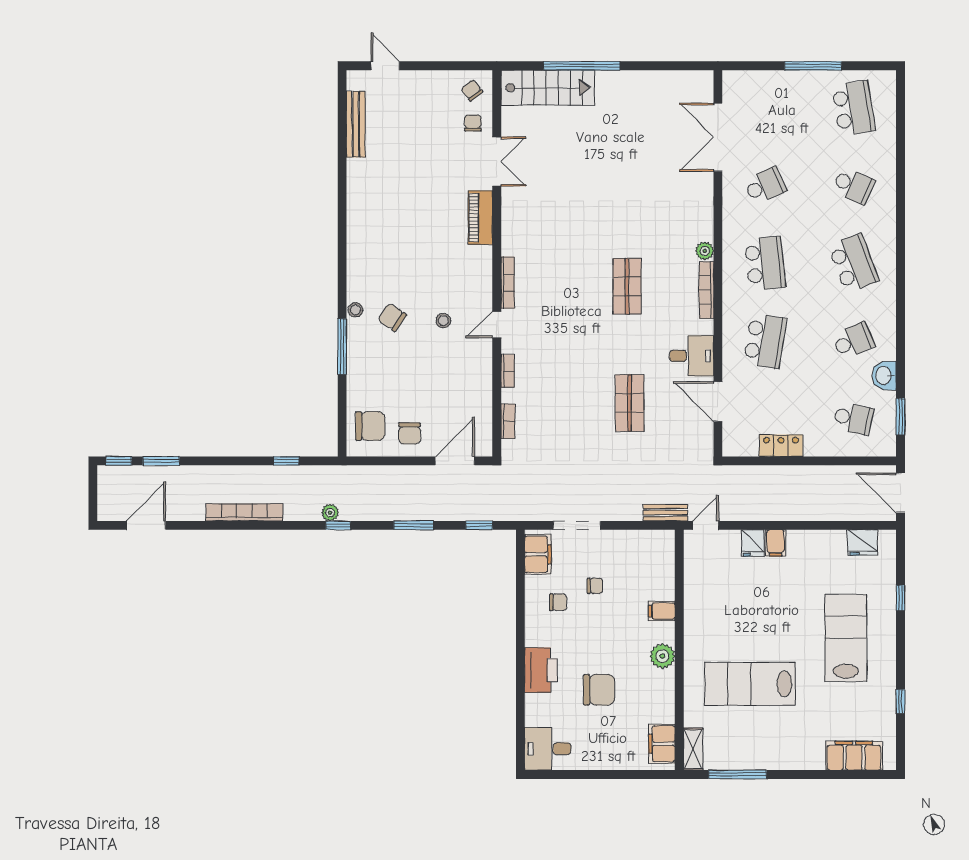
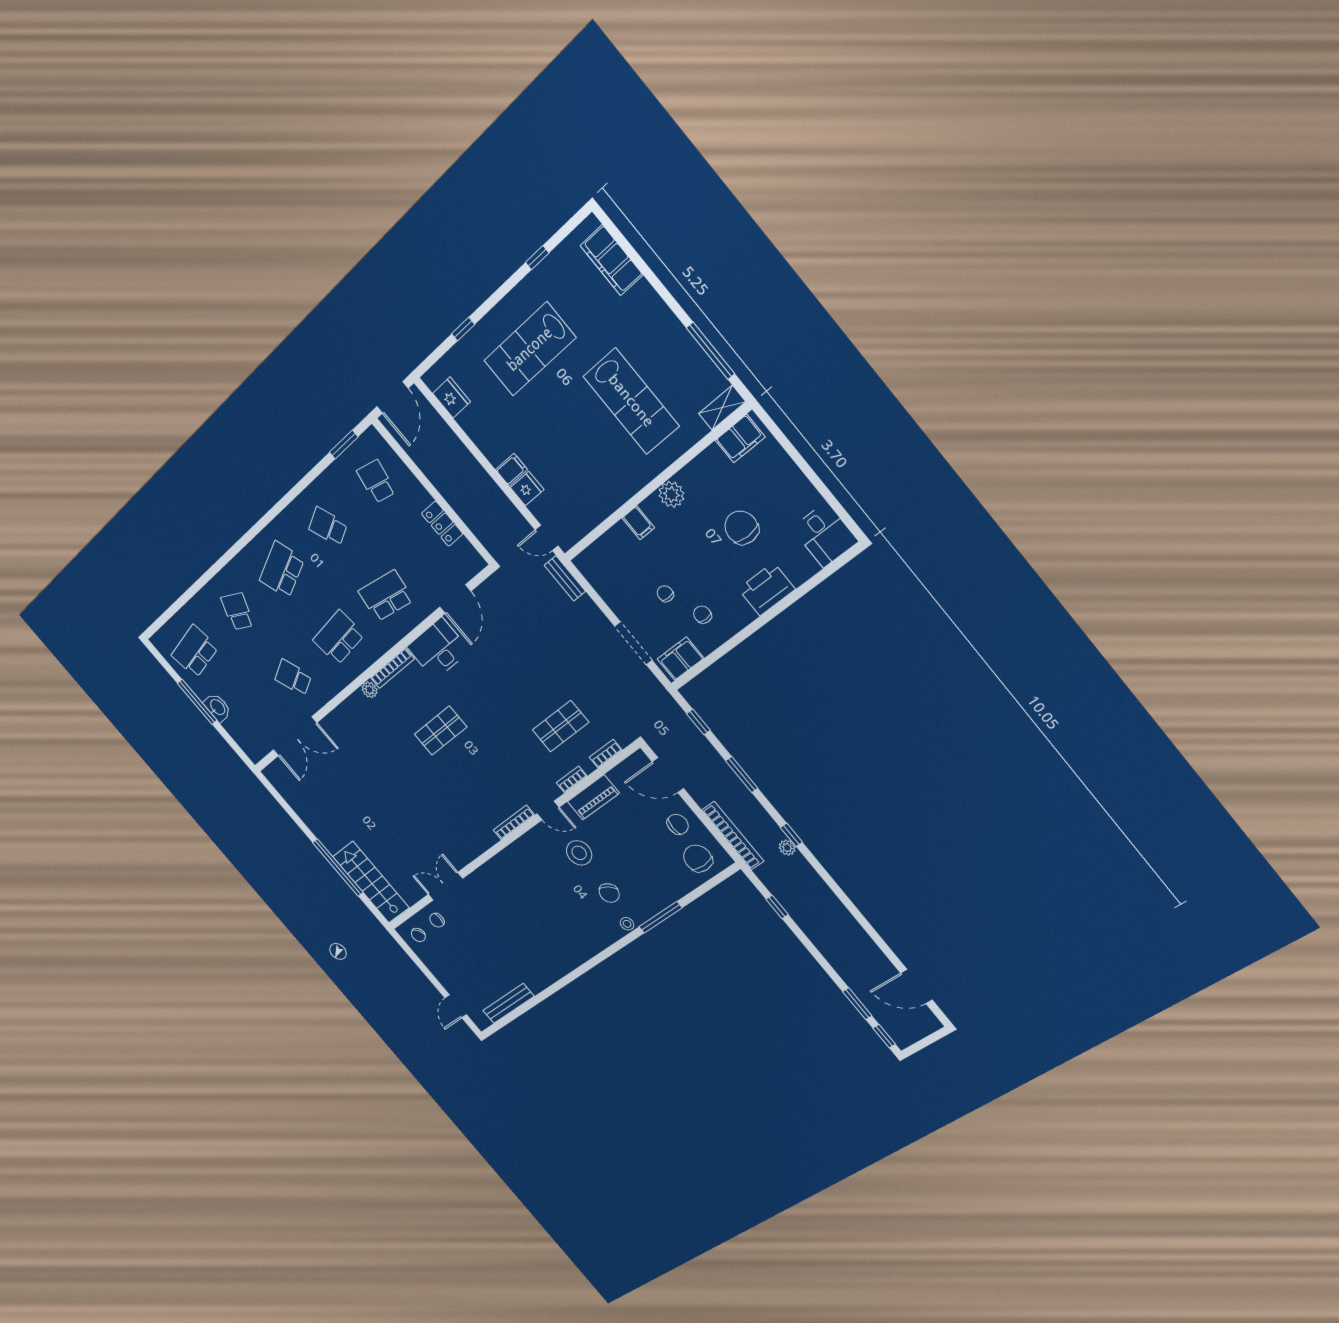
piano: (480, 218) -> (593, 797), moved
stool: (443, 321) -> (579, 853), width x1.89, depth x1.89
desk: (692, 356) -> (438, 649), width x1.37
washbasin: (884, 376) -> (217, 707), moved, turned -90
shop shelf: (630, 403) -> (561, 726), moved
bookcase: (244, 512) -> (733, 836), moved, turned 180

